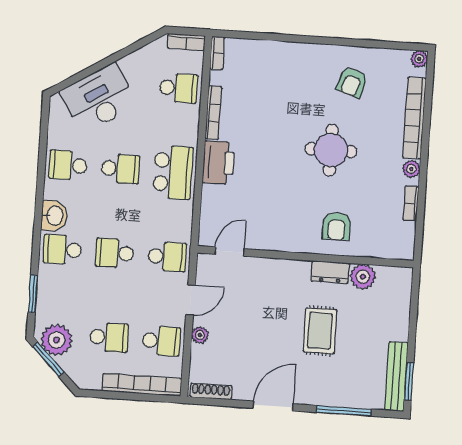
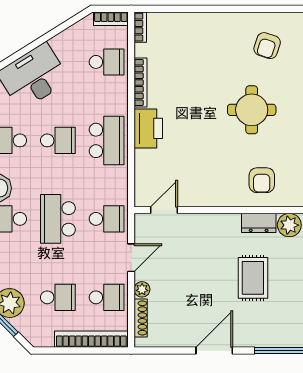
school desk: (115, 253) -> (58, 219), width x1.85
shoe rack: (211, 391) -> (141, 318), moved, turned 90

